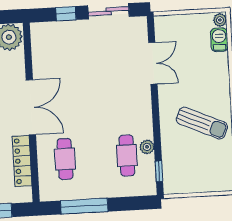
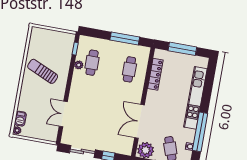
double door: (31, 107) -> (140, 121), moved

